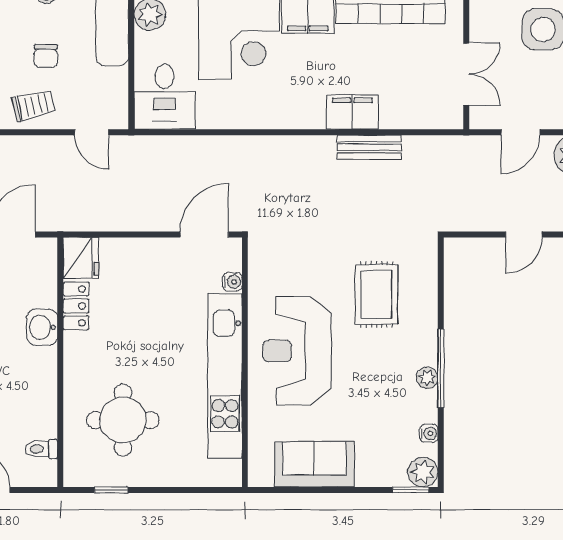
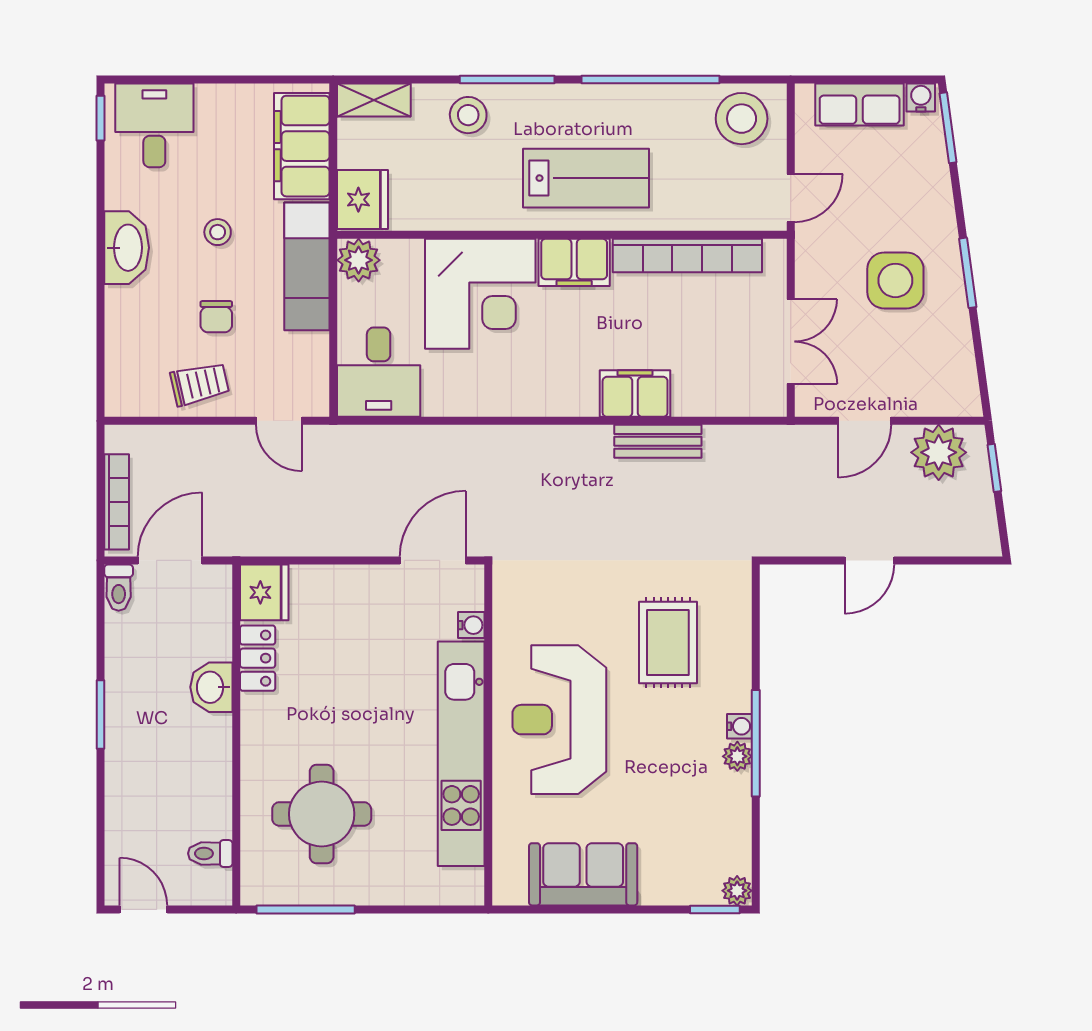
water cooler: (429, 433) -> (740, 726), moved
plant: (423, 472) -> (737, 891), width x0.73, depth x0.73
window: (111, 490) -> (306, 909), width x2.17

